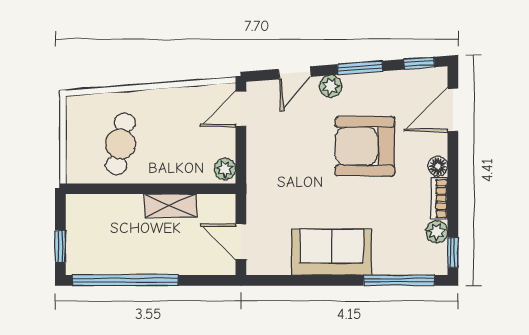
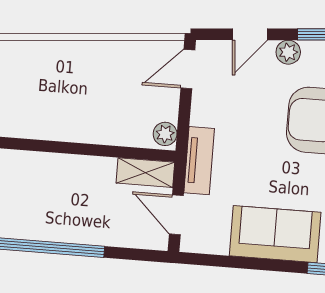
cafe table: (120, 144) -> (53, 97), removed
tv unit: (258, 191) -> (199, 161), added
shelving: (170, 206) -> (145, 173), moved

